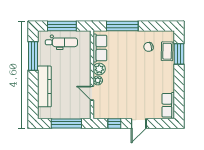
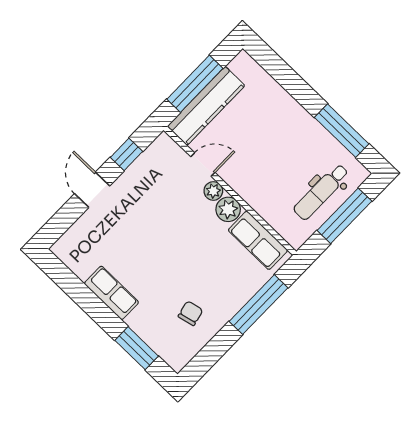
coffee table: (167, 51) -> (158, 334), removed
kitchen counter: (44, 86) -> (206, 106), moved, turned -90
row of seats: (168, 105) -> (111, 293), moved

